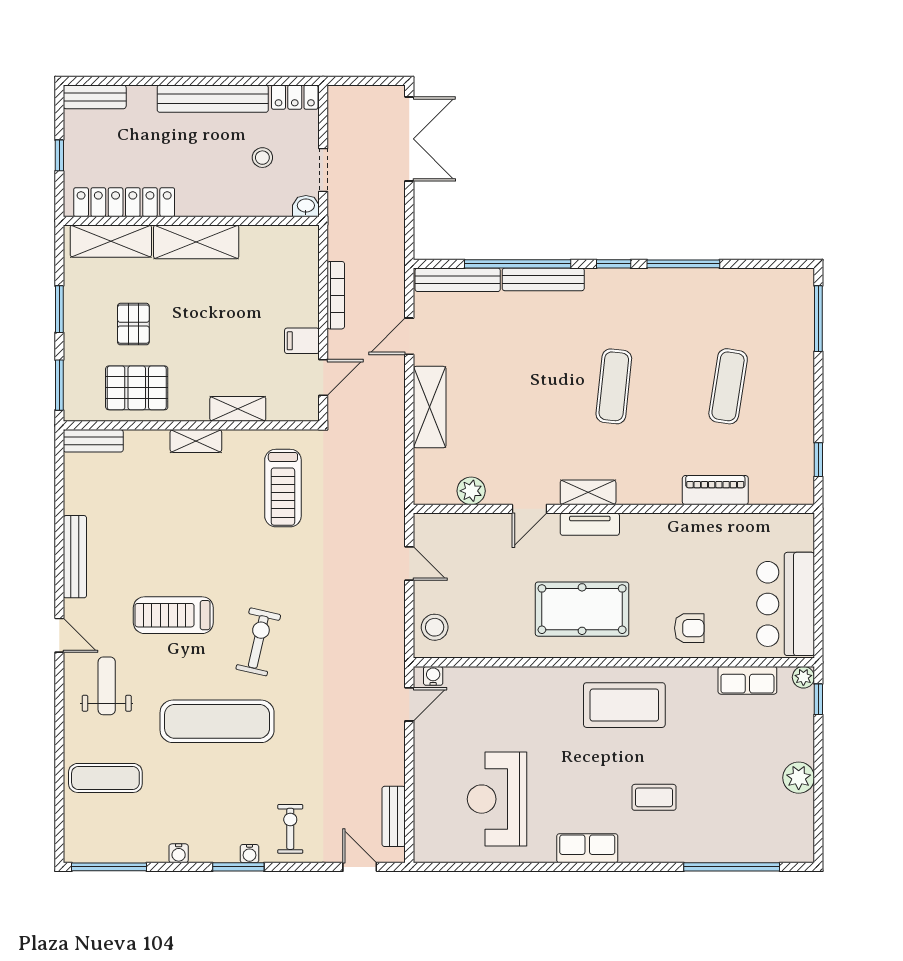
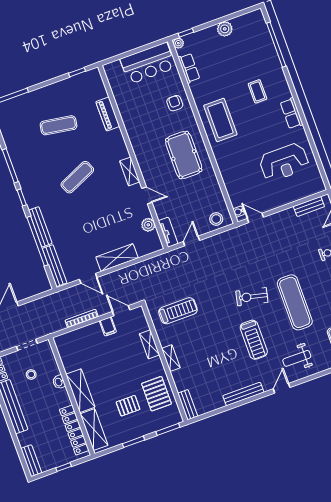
washbasin: (306, 206) -> (59, 382), moved
exercise mat: (614, 386) -> (77, 177), turned -30
tv unit: (590, 524) -> (168, 232), moved

